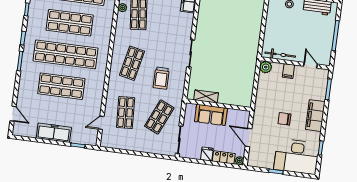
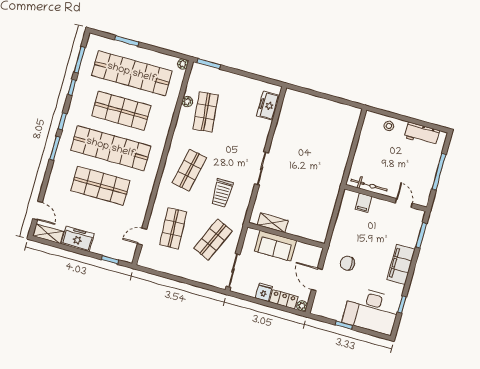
plant: (266, 67) -> (350, 198), removed
filing cabinet: (288, 71) -> (364, 203), moved
chair: (284, 119) -> (347, 263), moved
shelving: (24, 131) -> (48, 234), added
freezer: (54, 133) -> (78, 239), width x0.71

